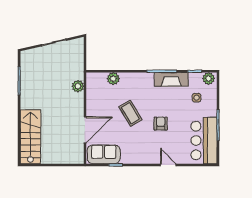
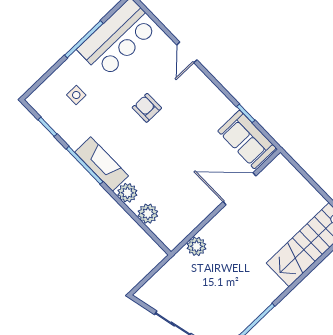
plant: (209, 78) -> (127, 193), moved
fireplace: (171, 79) -> (102, 164), moved
coffee table: (130, 113) -> (169, 155), removed
armchair: (161, 124) -> (147, 108), turned 90

